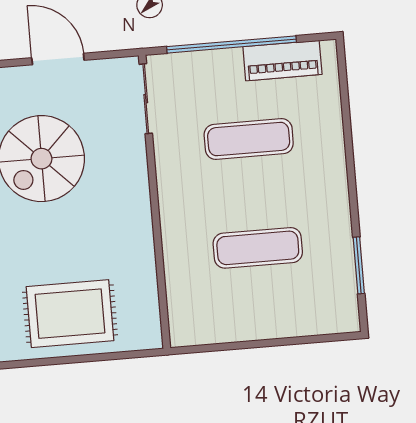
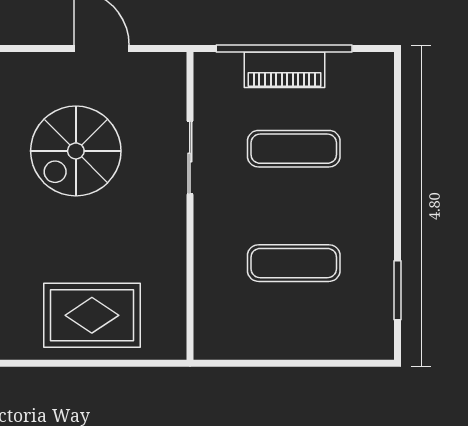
piano: (282, 61) -> (284, 70), moved
sliding door: (146, 99) -> (190, 158), moved

